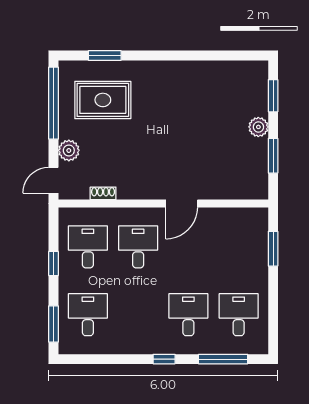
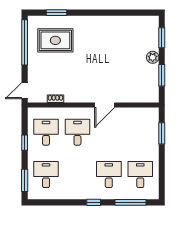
plant: (69, 150) -> (34, 72), removed

